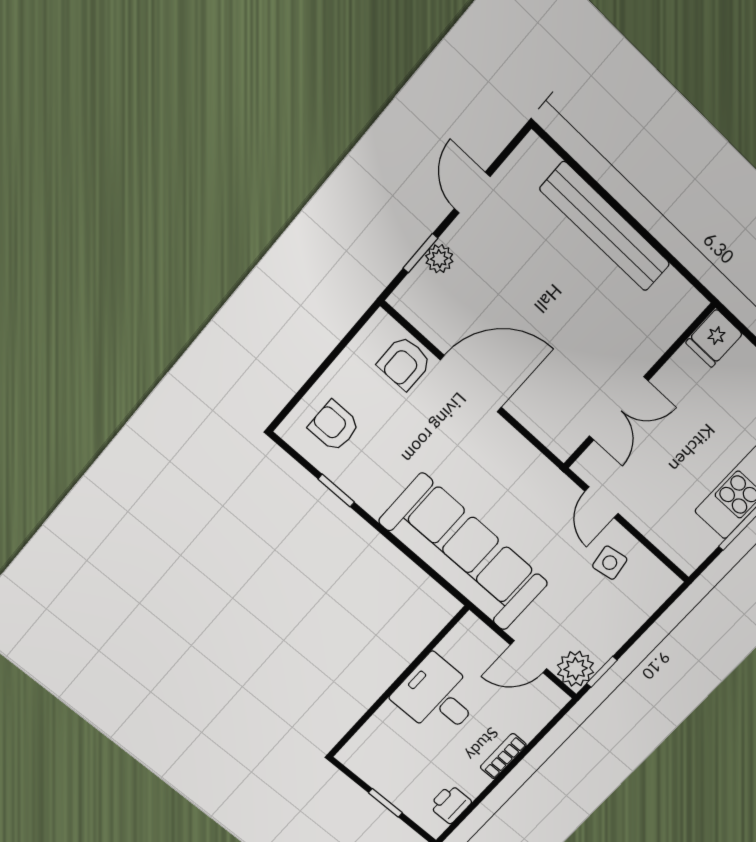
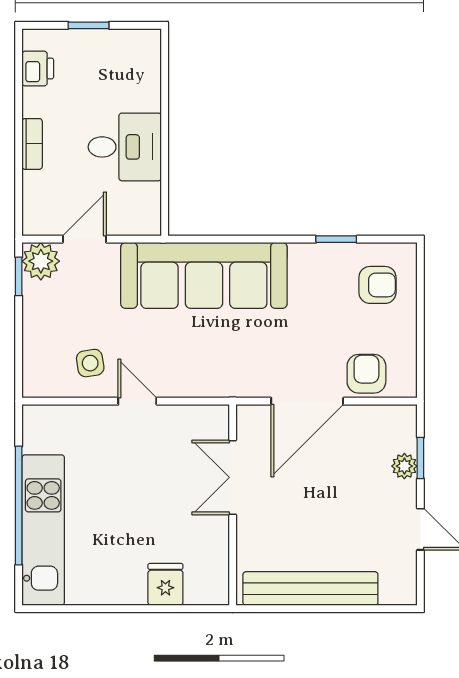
wall: (639, 387) -> (233, 505), moved
double door: (619, 408) -> (233, 477), moved

